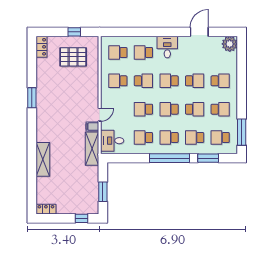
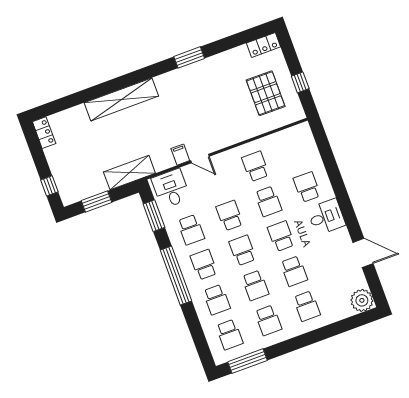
school desk: (118, 52) -> (294, 152), removed
school desk: (143, 138) -> (191, 230), turned 180
school desk: (195, 138) -> (217, 300), turned 180
school desk: (220, 138) -> (229, 335), turned 180
shelving: (92, 149) -> (129, 173), moved
window: (208, 158) -> (154, 216), moved
shelving: (43, 159) -> (121, 99), width x1.47

